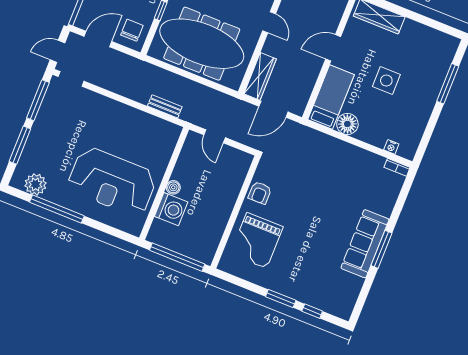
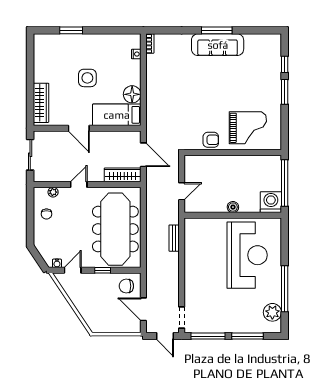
window: (448, 84) -> (71, 30), width x0.69
washing machine: (171, 209) -> (271, 202), moved

